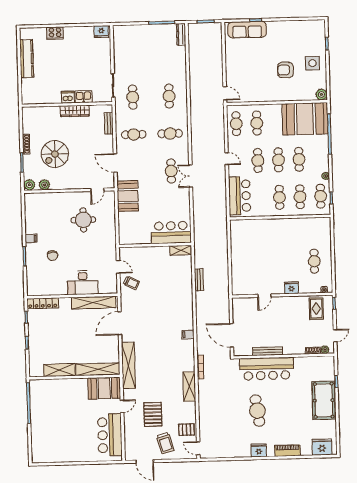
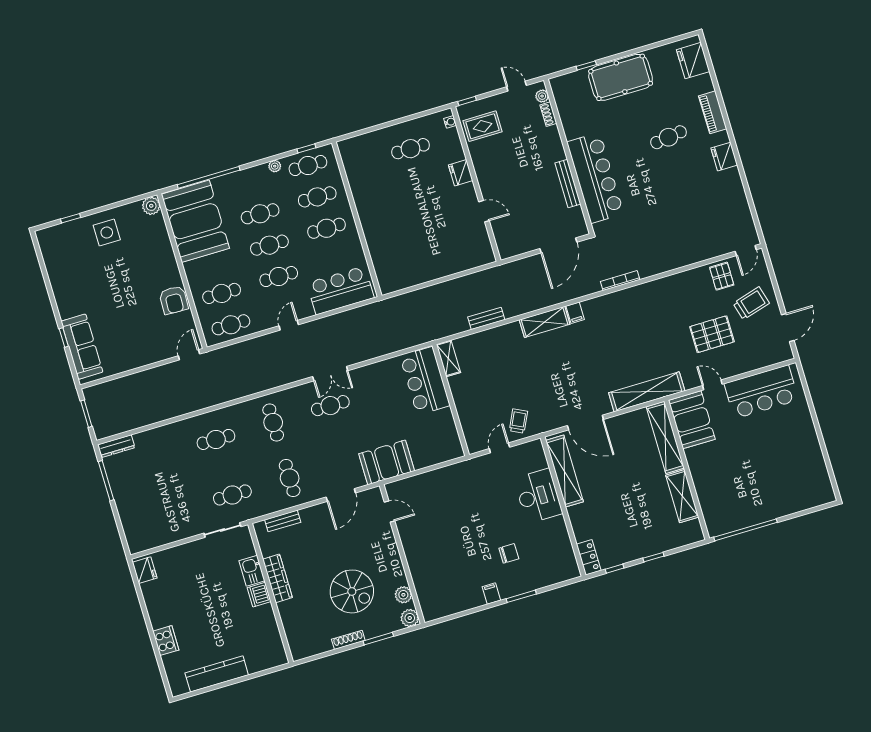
armchair: (285, 70) -> (174, 300), moved
round table: (83, 220) -> (441, 521), removed
locker: (43, 303) -> (589, 557), width x0.66
shelving: (189, 387) -> (545, 322), moved
cafe table: (257, 411) -> (669, 137), moved, width x0.73, depth x0.74

